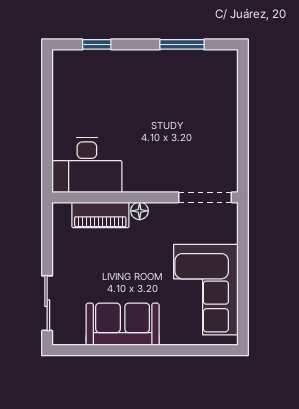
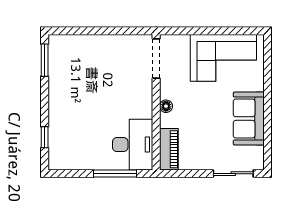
window: (182, 44) -> (45, 60), moved
window: (47, 141) -> (115, 174), added
piano: (100, 215) -> (169, 149), moved

